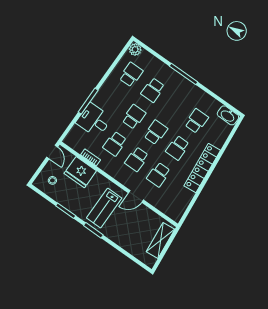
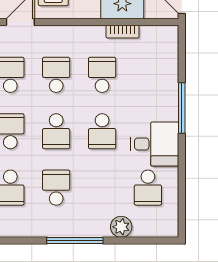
plant: (135, 50) -> (121, 227), moved
school desk: (153, 90) -> (56, 188), moved
desk: (94, 120) -> (155, 144), moved

